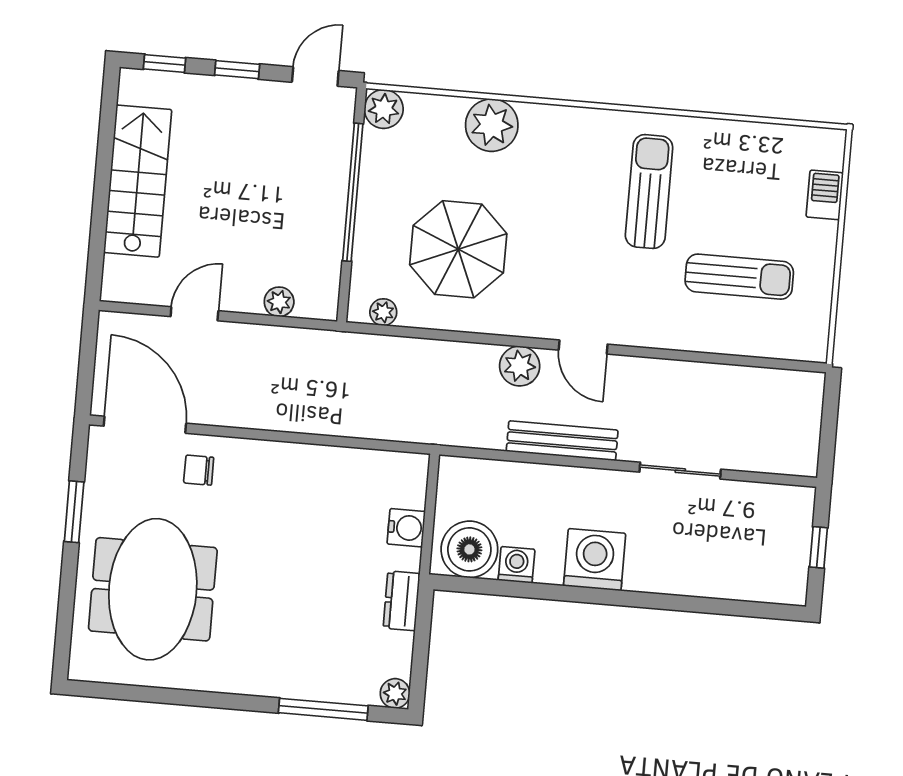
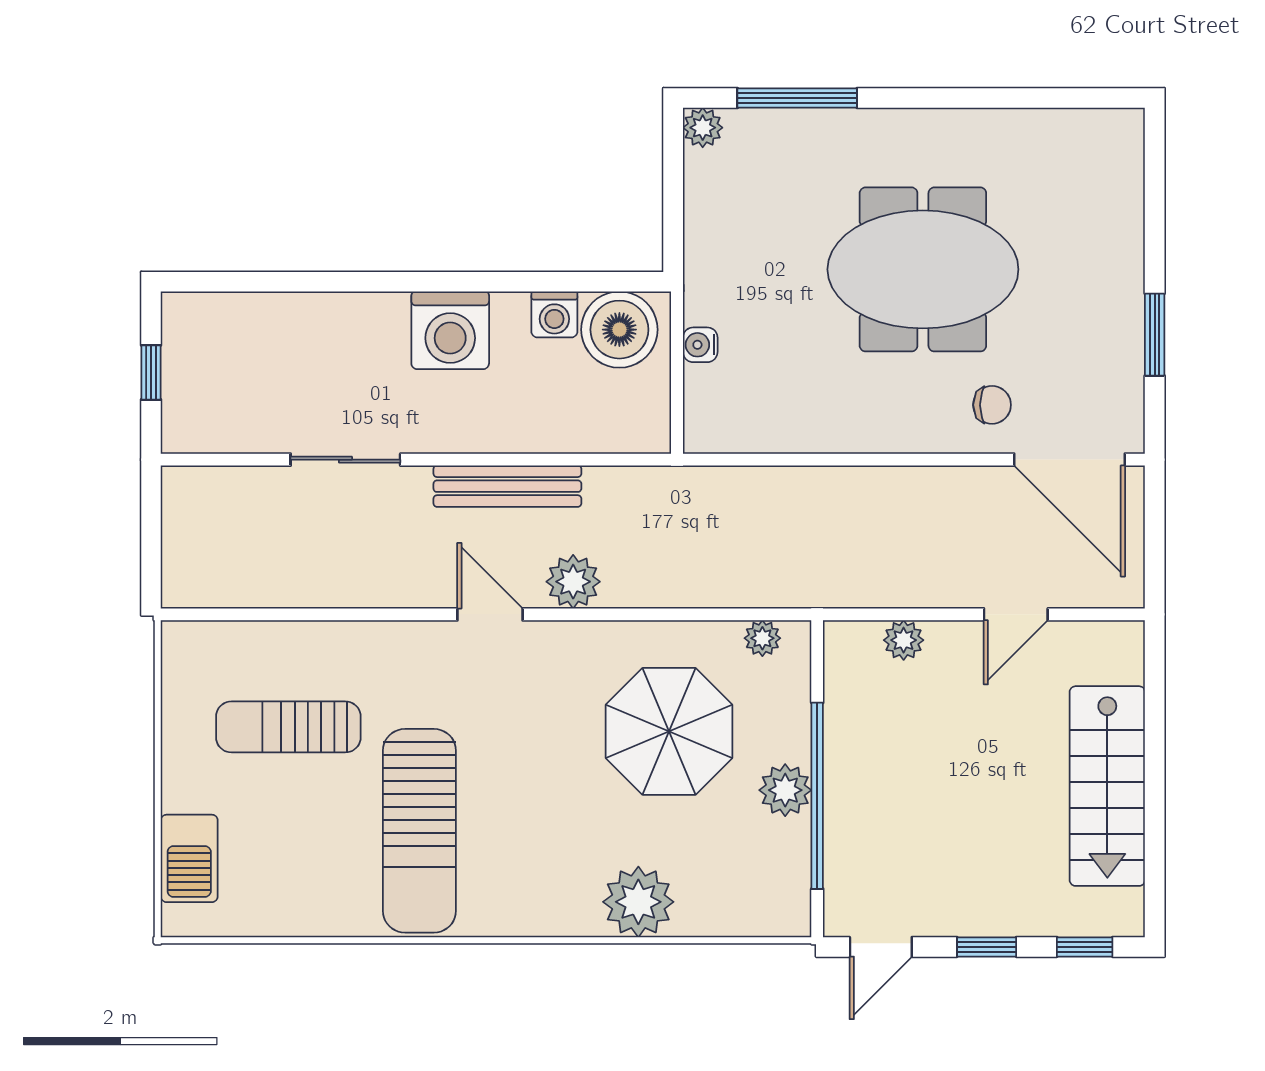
plant: (384, 109) -> (785, 790), moved
sun lounger: (649, 192) -> (419, 831), width x1.36, depth x1.34
barbecue: (825, 195) -> (189, 858), width x1.38, depth x1.27
water cooler: (406, 528) -> (700, 345), width x0.72, depth x0.72
meeting table: (153, 589) -> (923, 269), moved, turned 90
dresser: (402, 601) -> (705, 253), removed

